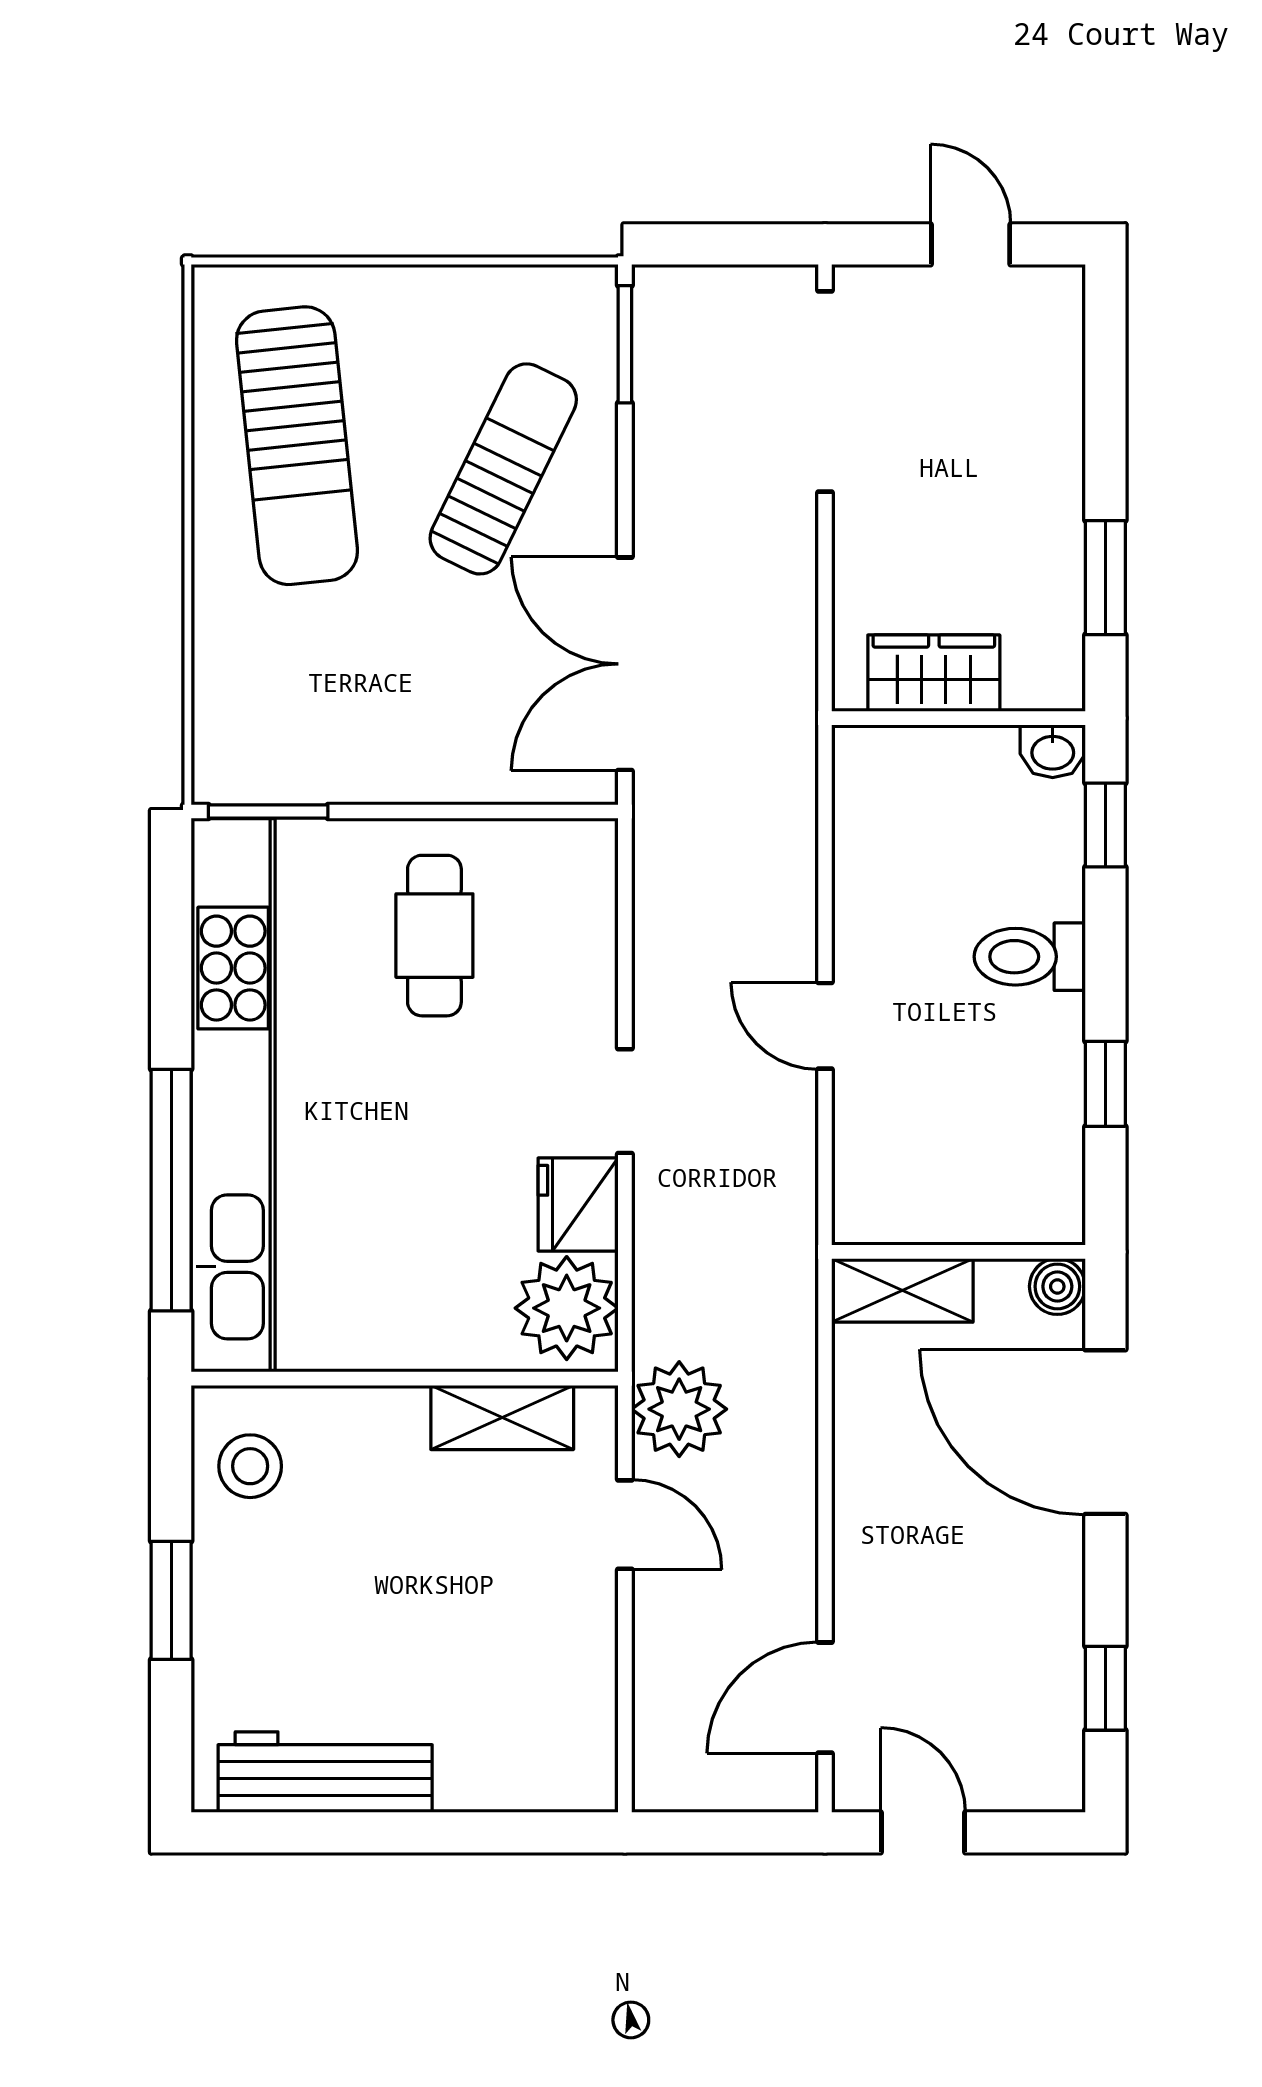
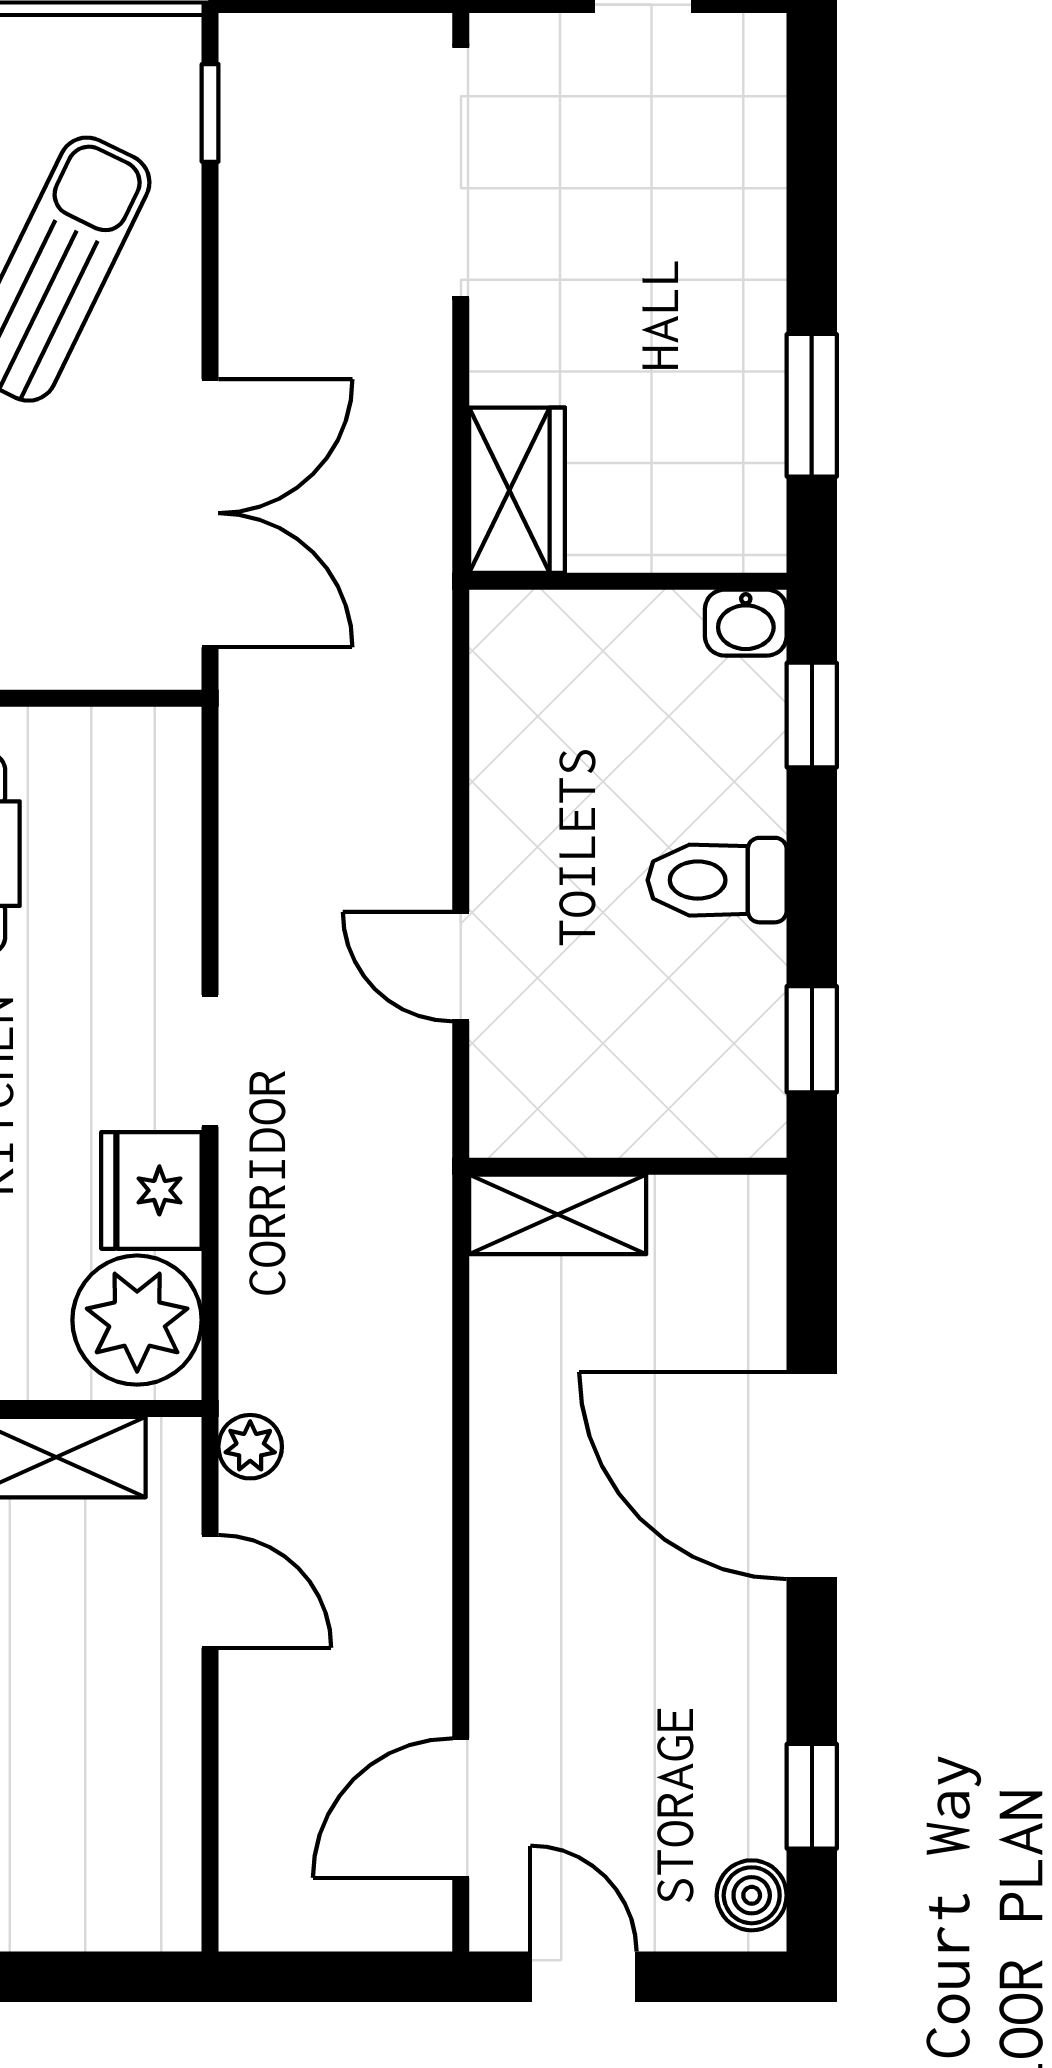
window: (625, 344) -> (210, 113), width x0.67
double door: (625, 664) -> (210, 513), swing flipped
wardrobe: (934, 673) -> (517, 490), moved, turned 90
wall: (959, 1252) -> (628, 1166), moved
boiler: (1057, 1286) -> (752, 1895), moved
shelving: (902, 1290) -> (558, 1214), moved
plant: (679, 1409) -> (250, 1447), width x0.53, depth x0.53

